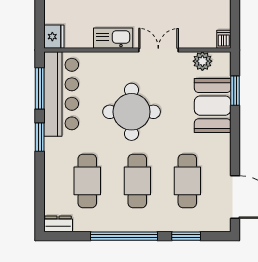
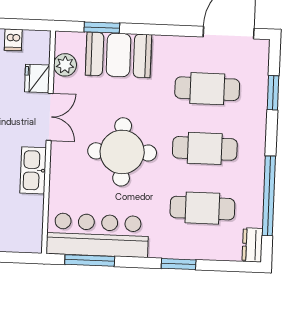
fridge: (54, 37) -> (37, 78), moved, turned -90
dishwasher: (224, 39) -> (13, 40), moved, turned -90
double door: (158, 50) -> (50, 117), swing flipped
window: (40, 137) -> (179, 264), moved
window: (124, 236) -> (269, 196), moved

